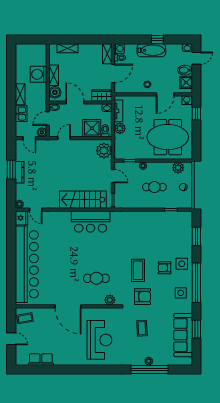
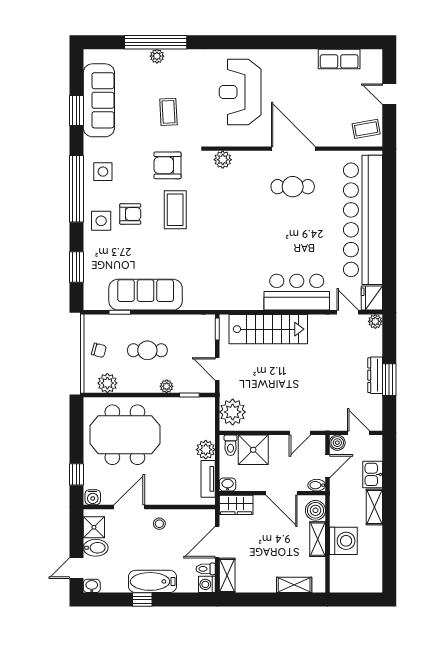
sofa: (155, 220) -> (146, 295), added
bar counter: (91, 221) -> (297, 292), moved
cafe table: (96, 278) -> (293, 187), moved

